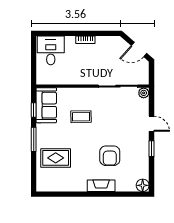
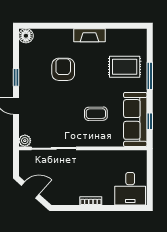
sofa: (46, 105) -> (135, 119), width x1.36
window: (34, 139) -> (150, 76), moved
fireplace: (101, 186) -> (89, 35), moved

